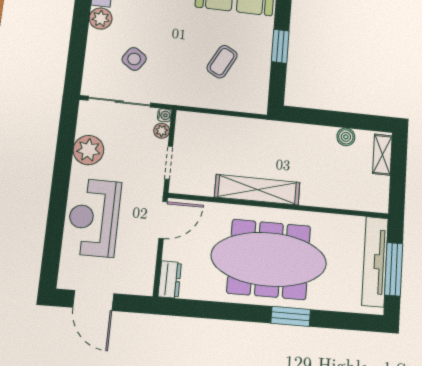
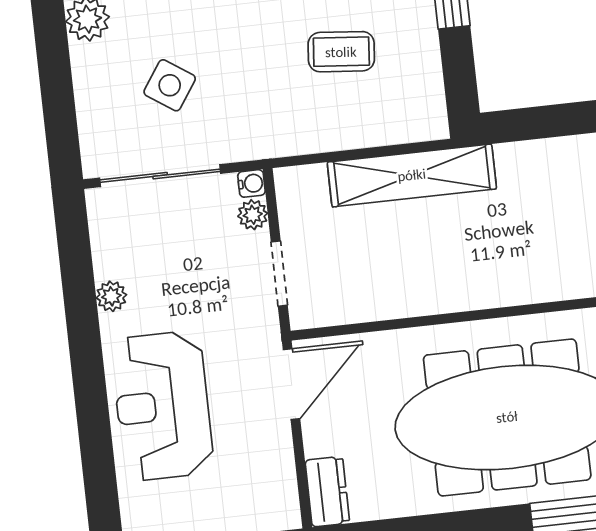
coffee table: (222, 62) -> (341, 52), turned 67
plant: (88, 150) -> (111, 296), width x0.53, depth x0.53
shelving: (257, 190) -> (412, 175), moved

